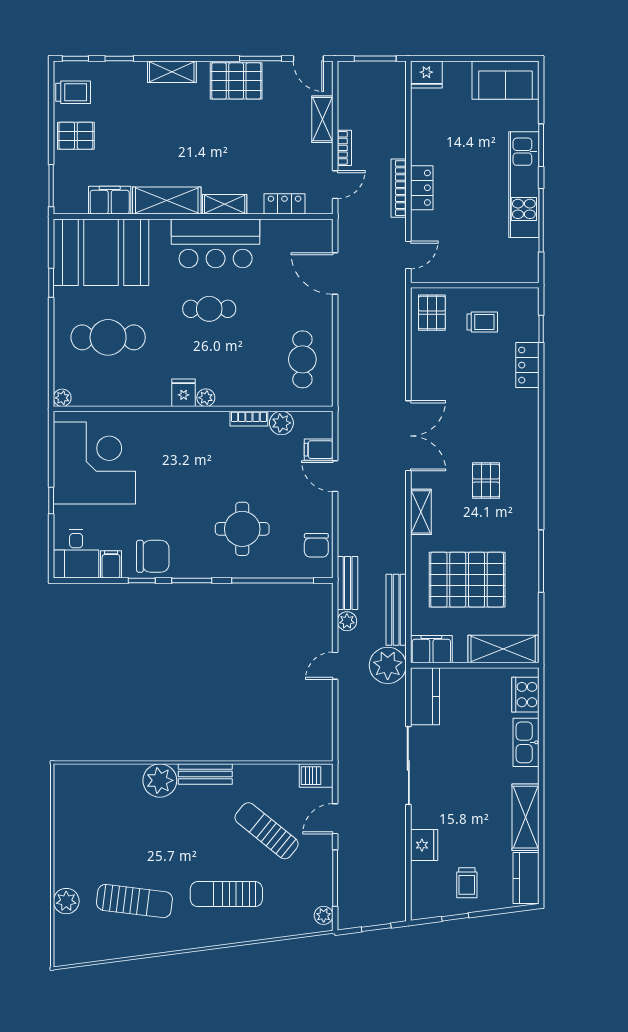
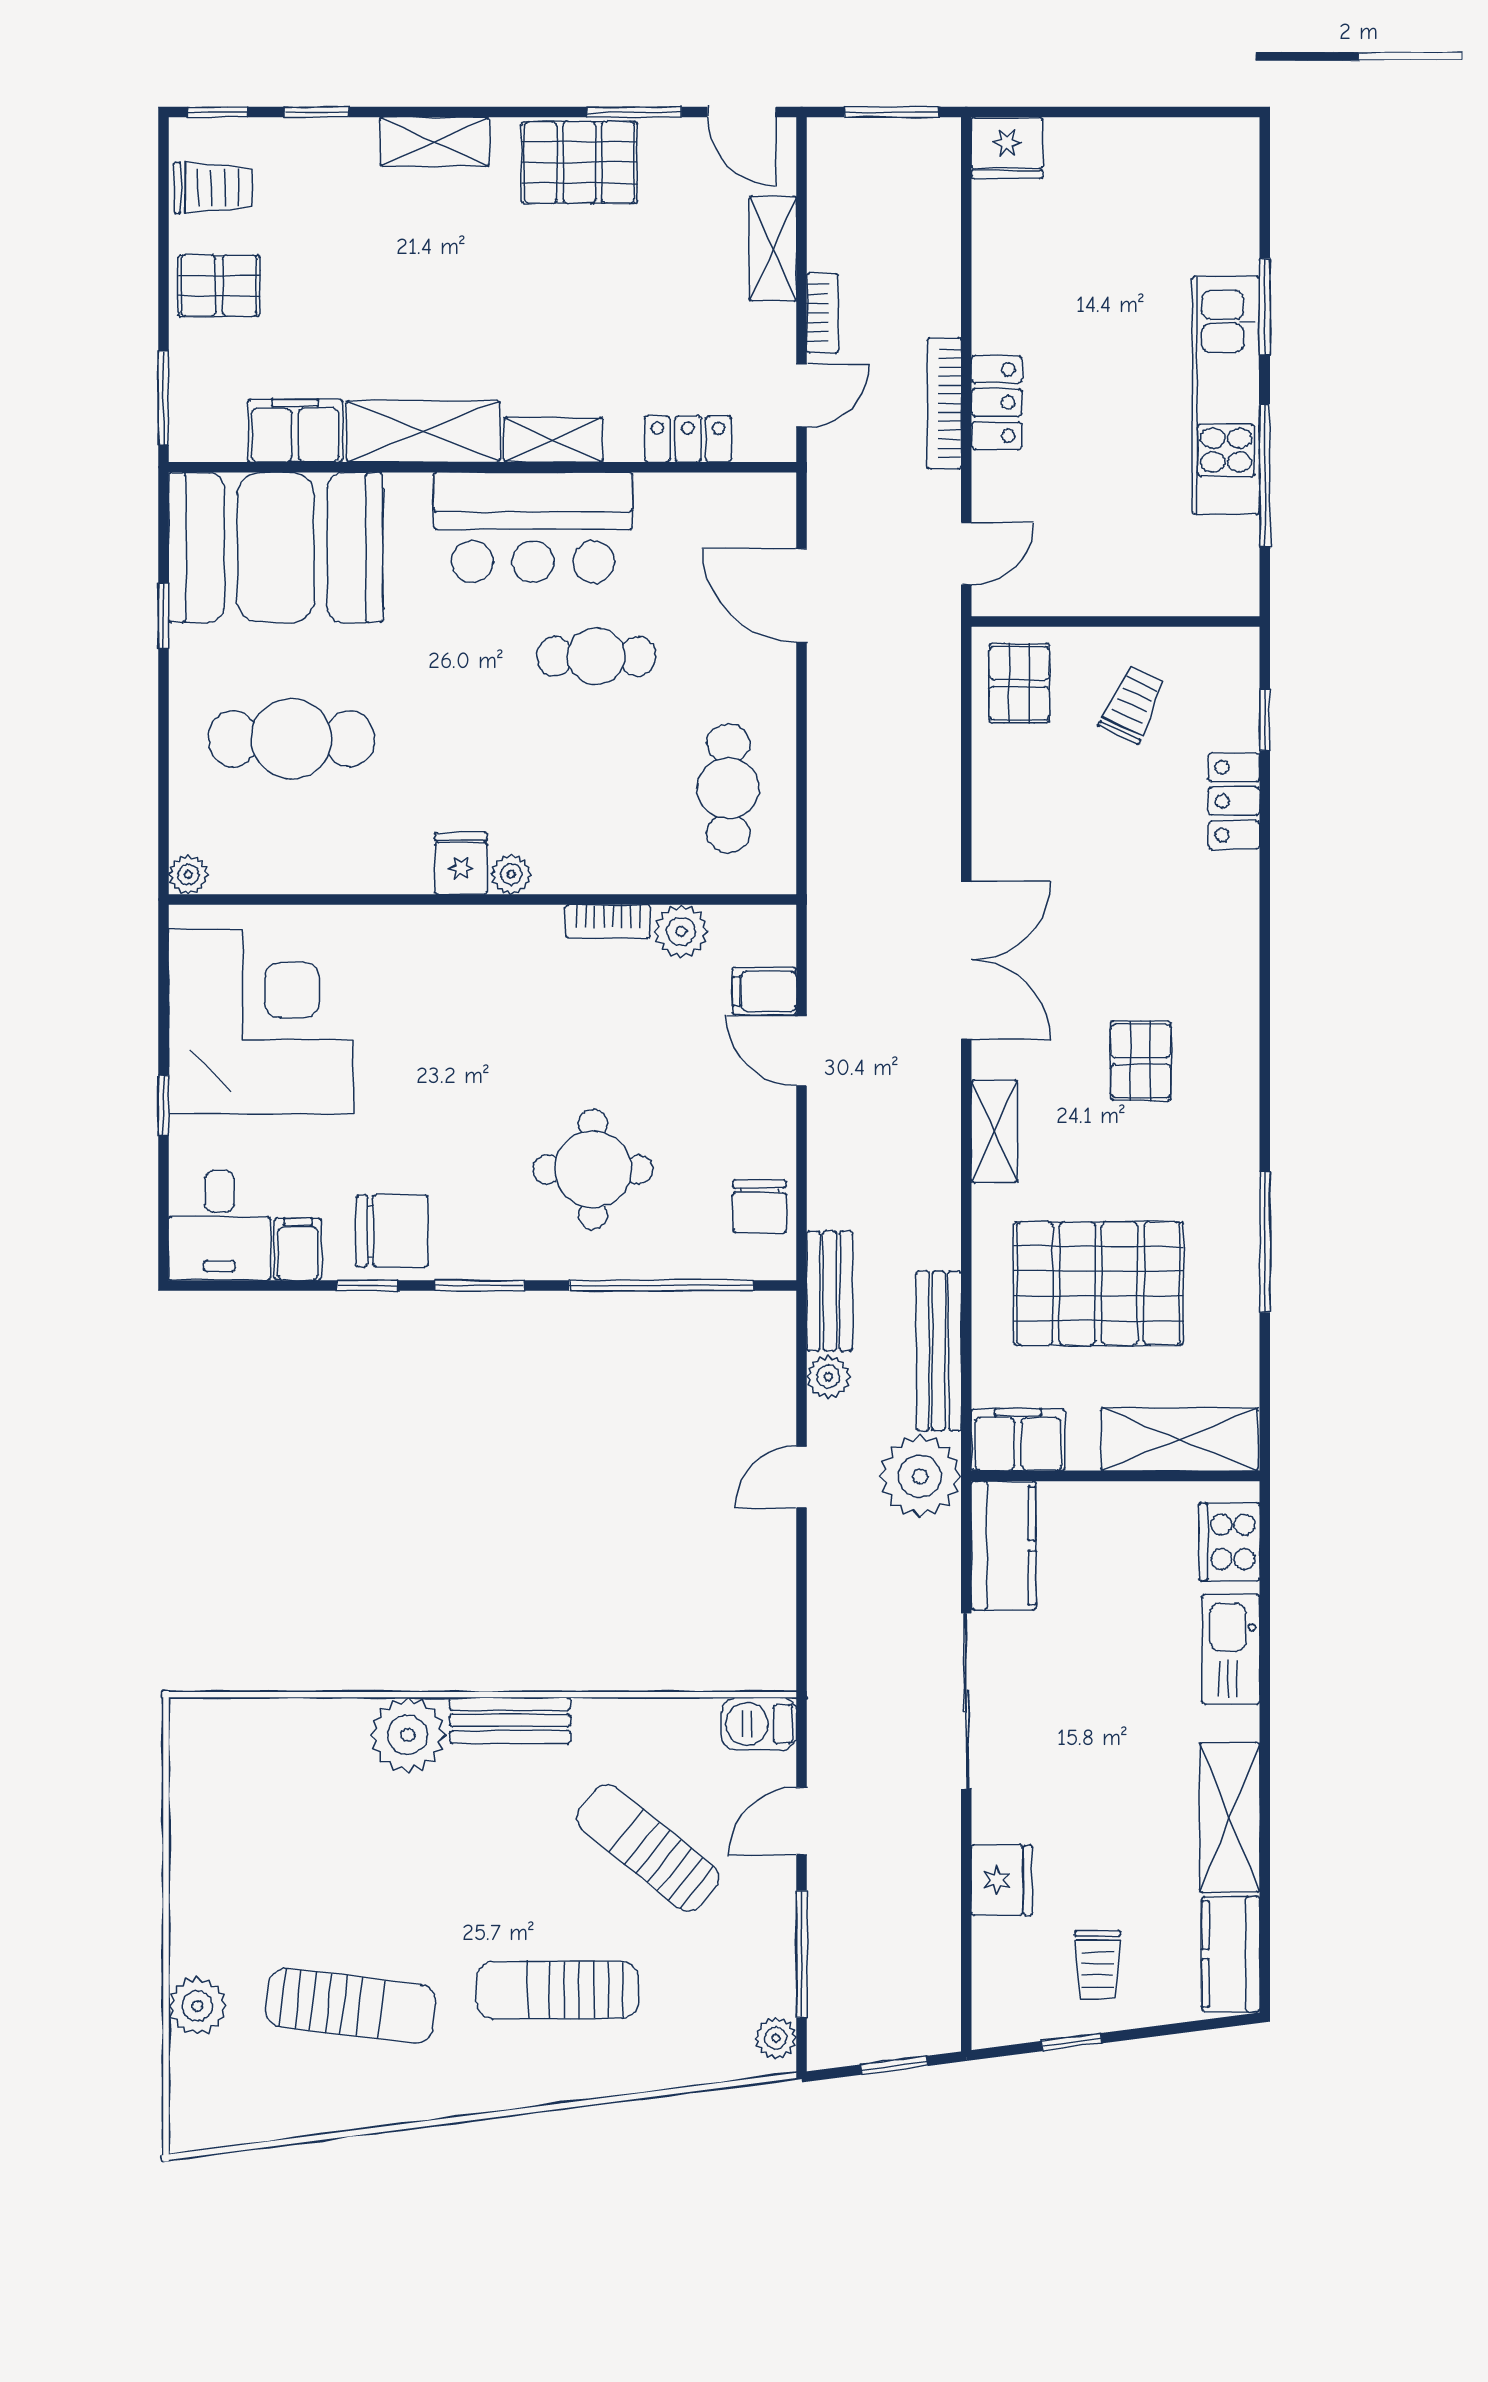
sofa: (505, 80) -> (1185, 161), removed
cafe table: (209, 309) -> (596, 656), moved
trolley: (482, 322) -> (1133, 704), turned -65

